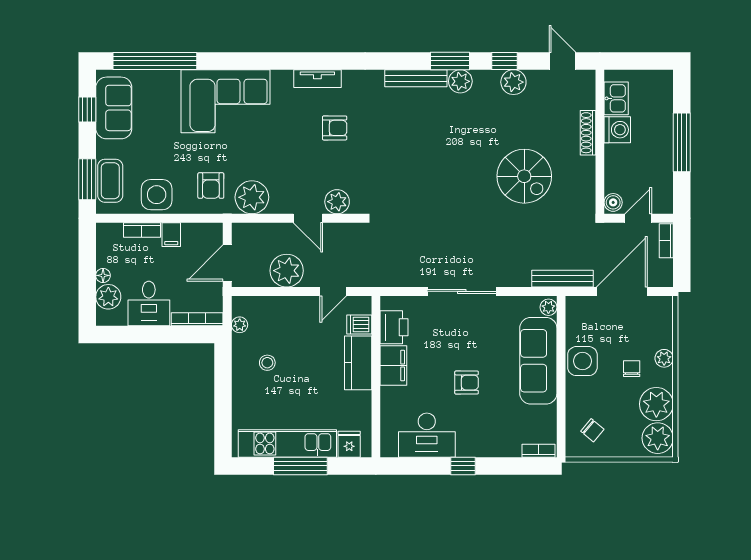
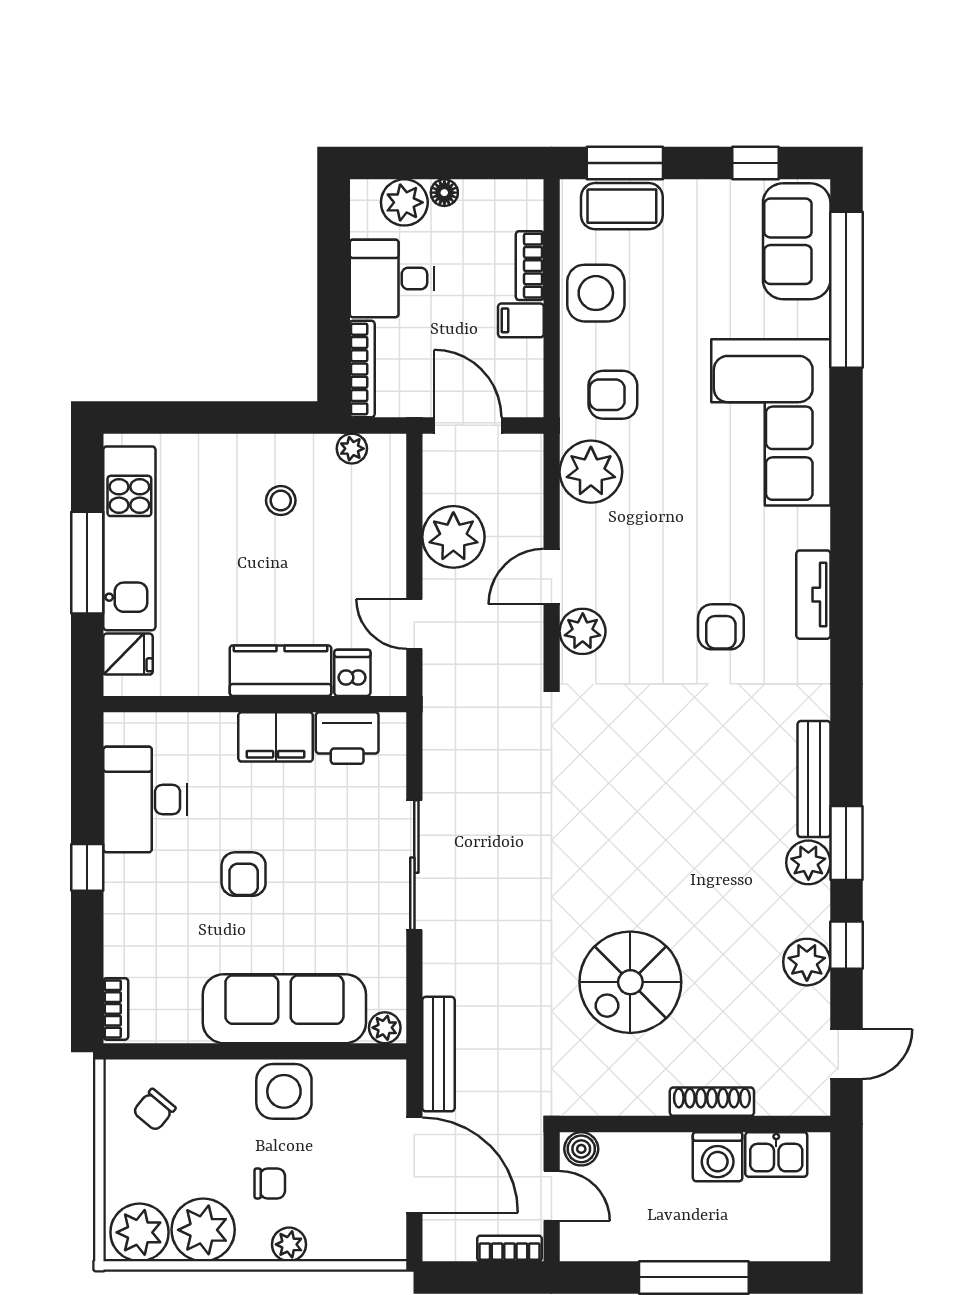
sofa: (114, 108) -> (797, 241), moved, turned 90

